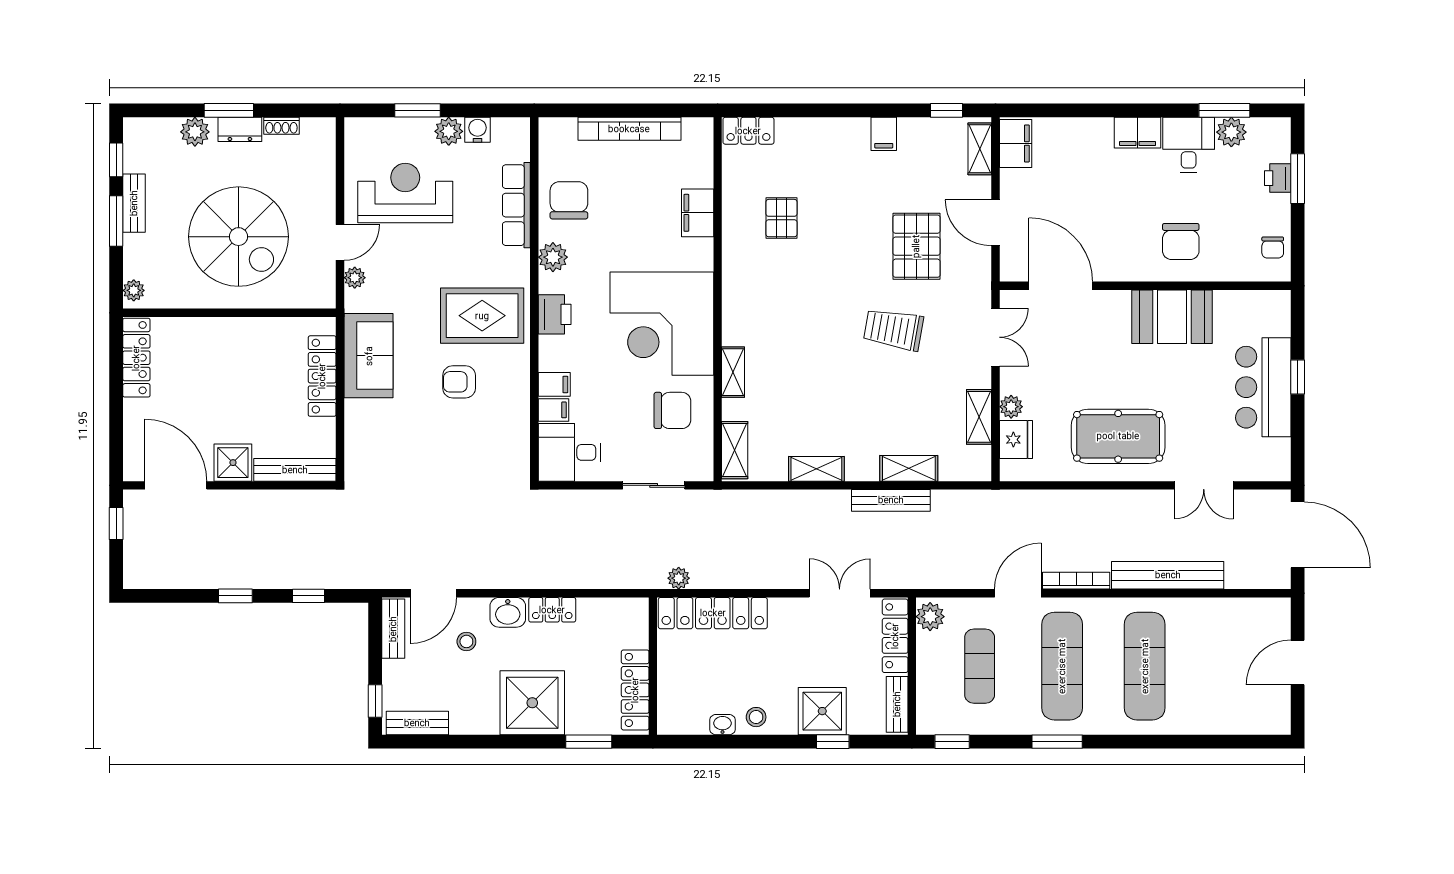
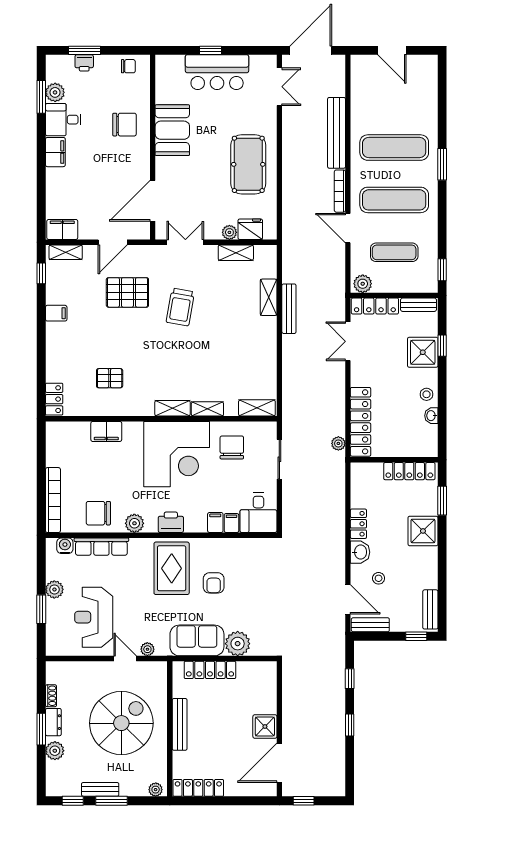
bookcase: (629, 129) -> (53, 500), moved
water cooler: (478, 130) -> (65, 546), moved, turned 90
plant: (364, 420) -> (238, 644), added
shelving: (816, 469) -> (172, 408), moved, turned 90
bench: (295, 470) -> (180, 724), moved
double door: (1204, 485) -> (279, 87), moved
shower: (532, 703) -> (423, 531), width x0.73, depth x0.73
window: (1057, 742) -> (442, 164), moved

